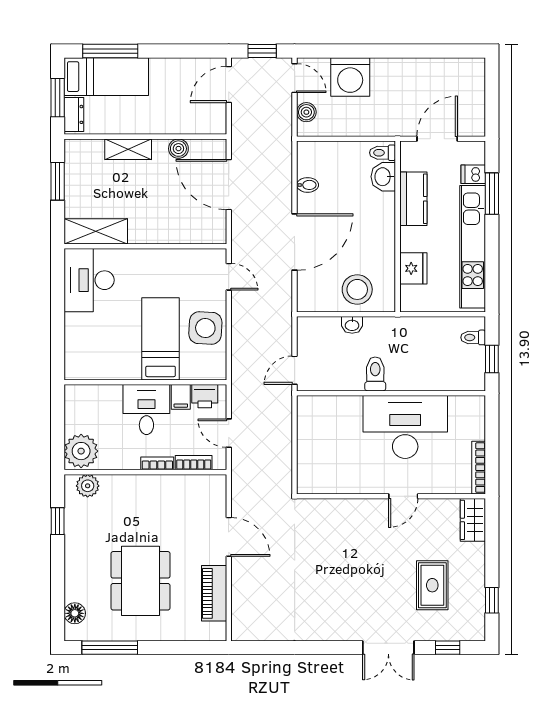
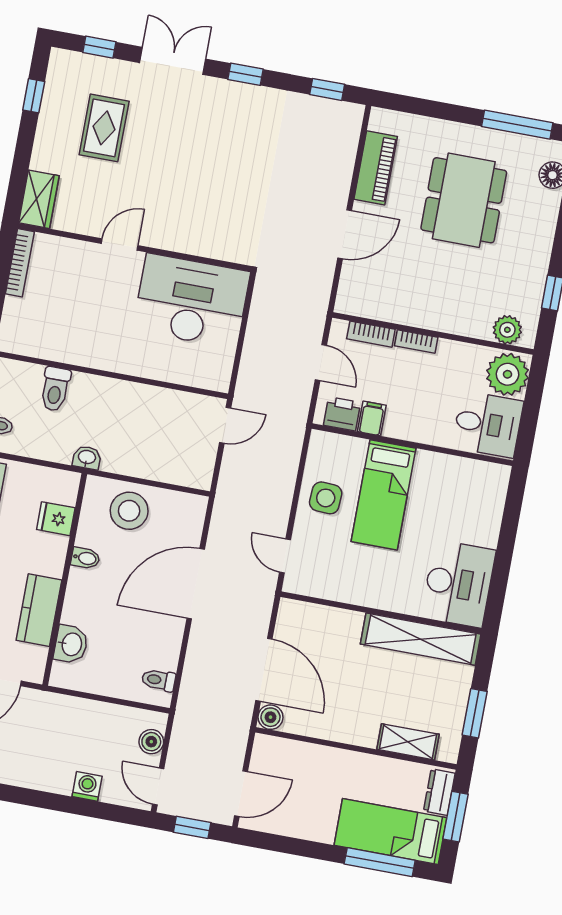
washing machine: (350, 77) -> (87, 786), width x0.53, depth x0.53
shelving: (128, 149) -> (408, 742), moved
boiler: (178, 149) -> (271, 717), moved
toilet: (383, 153) -> (159, 680), moved, turned 180
bidet: (308, 185) -> (85, 558), moved, turned 180
shelving: (96, 231) -> (421, 639), width x1.47
fridge: (413, 268) -> (56, 519), width x0.72
washbasin: (352, 325) -> (87, 458), moved
side table: (205, 328) -> (326, 498), width x0.73, depth x0.73
toilet: (375, 374) -> (55, 389), moved
desk: (146, 410) -> (488, 424), moved, turned -90
desk: (405, 427) -> (191, 301), moved, turned 180
door: (229, 537) -> (345, 234), swing flipped
window: (263, 648) -> (327, 89), added
window: (329, 648) -> (246, 74), added

